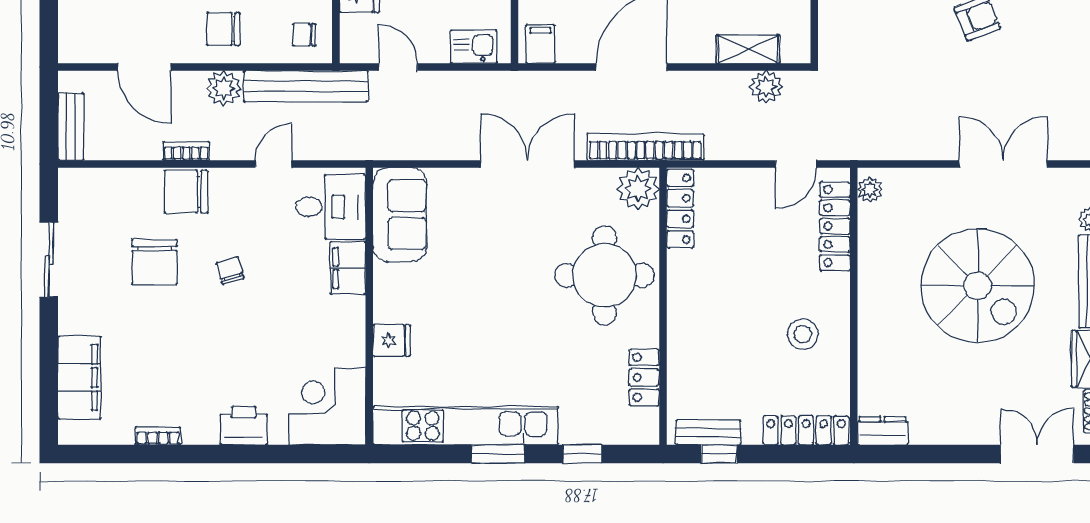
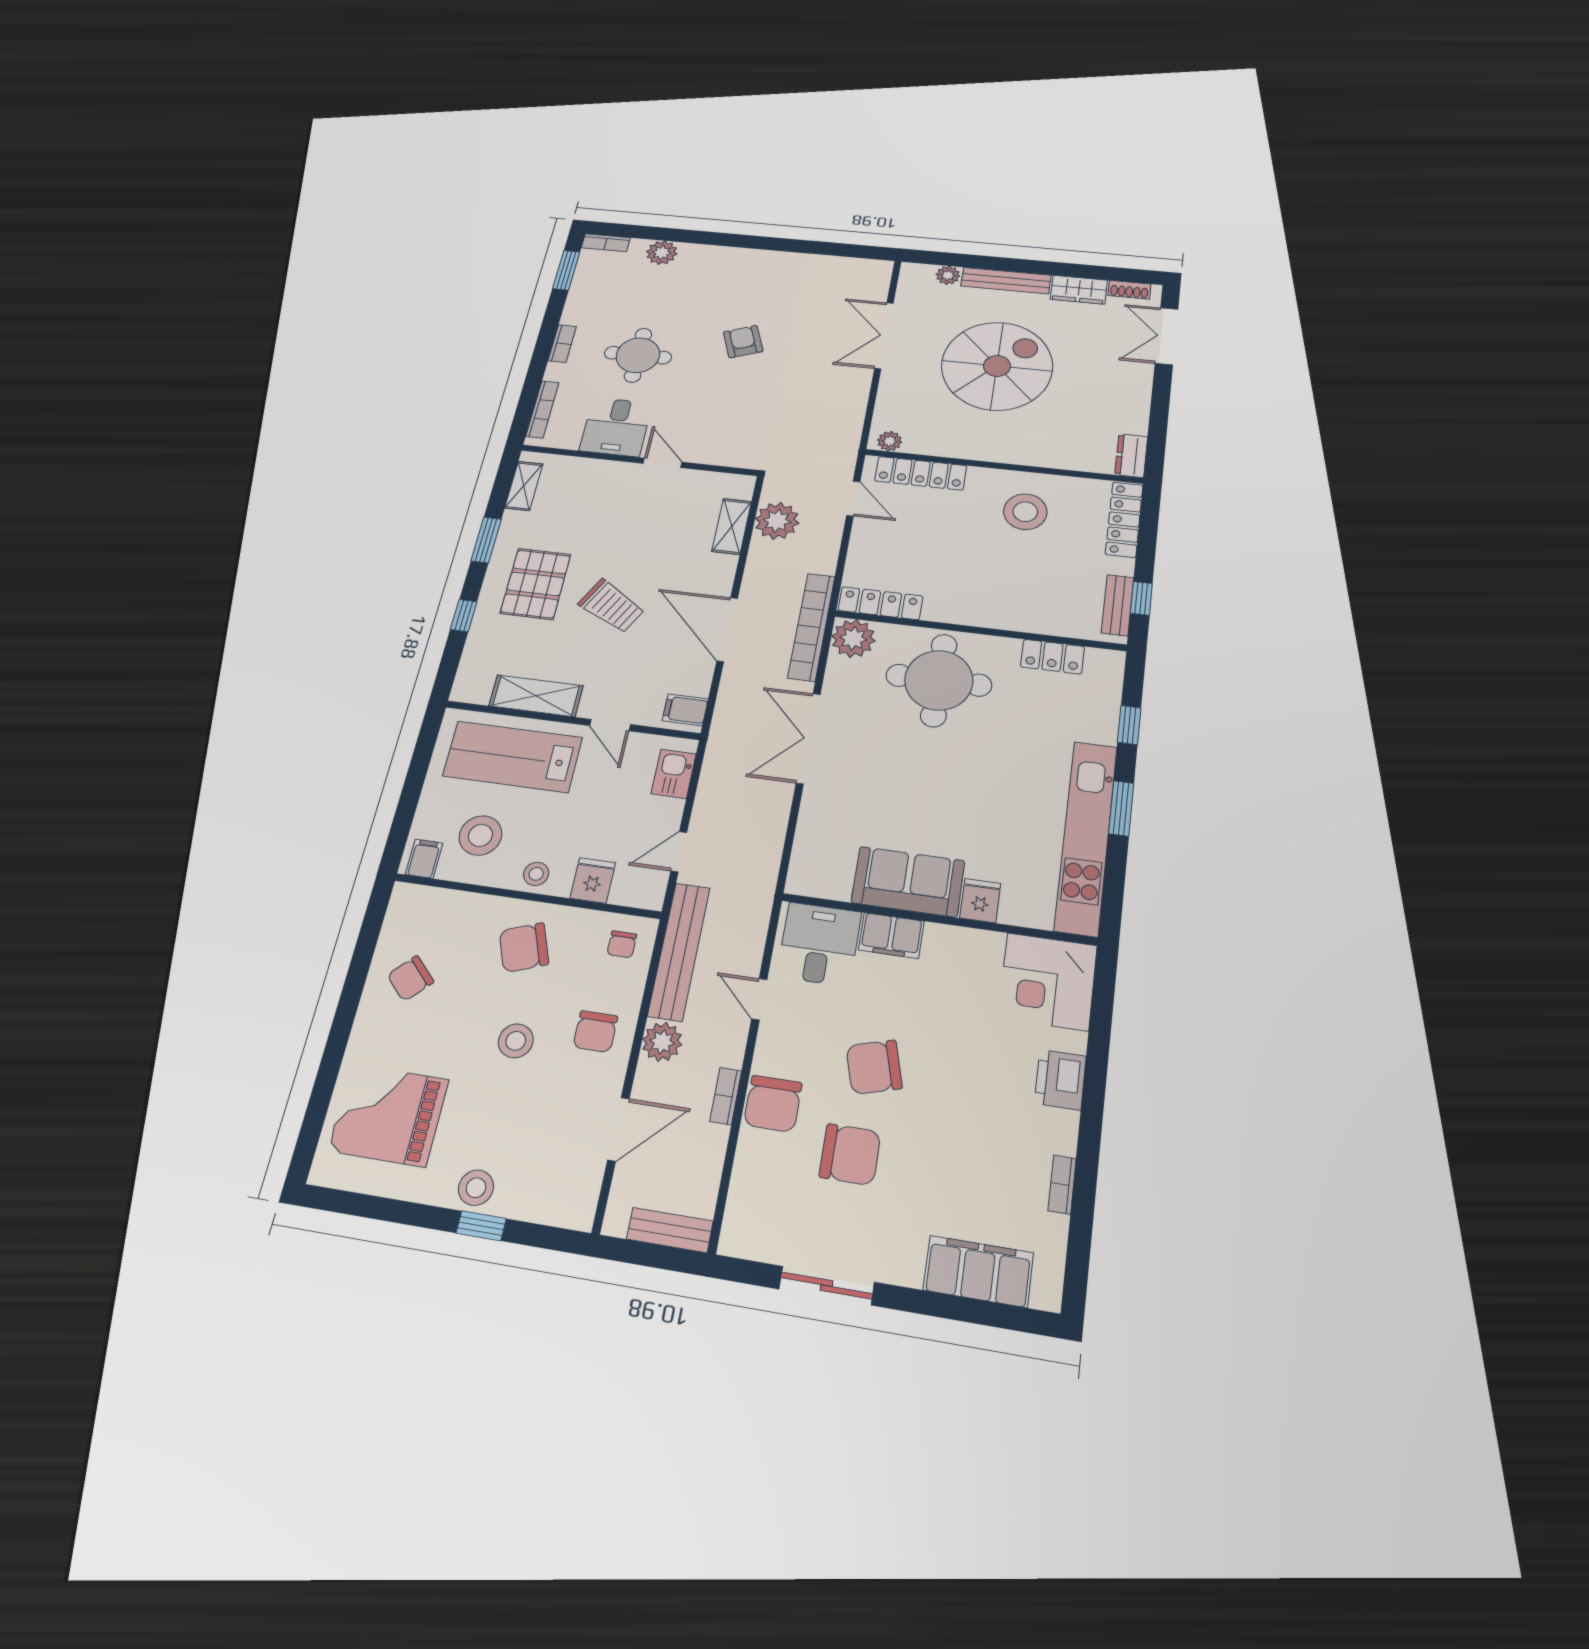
plant: (766, 87) -> (777, 521), width x1.36, depth x1.36
sofa: (400, 215) -> (908, 882), moved
chair: (230, 271) -> (874, 1067), width x1.87, depth x1.87
stool: (803, 334) -> (1025, 512), width x1.38, depth x1.38

